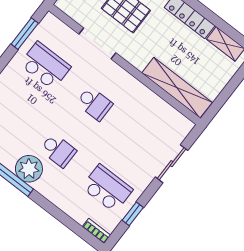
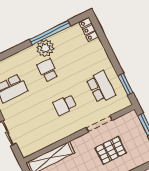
school desk: (45, 66) -> (101, 87), turned -90
school desk: (58, 150) -> (48, 70), turned 90

